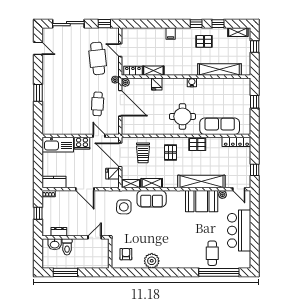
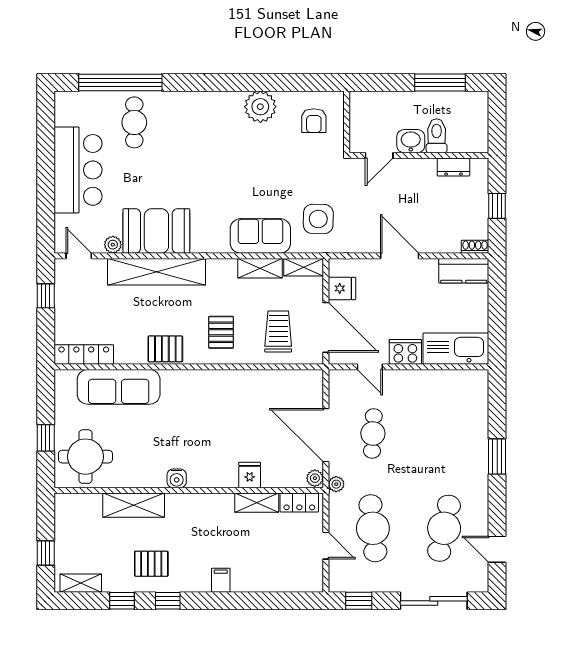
cafe table: (63, 58) -> (444, 528), added
shelving: (219, 70) -> (134, 505), width x0.68
round table: (182, 116) -> (85, 457), moved
washbasin: (55, 244) -> (411, 141), moved

